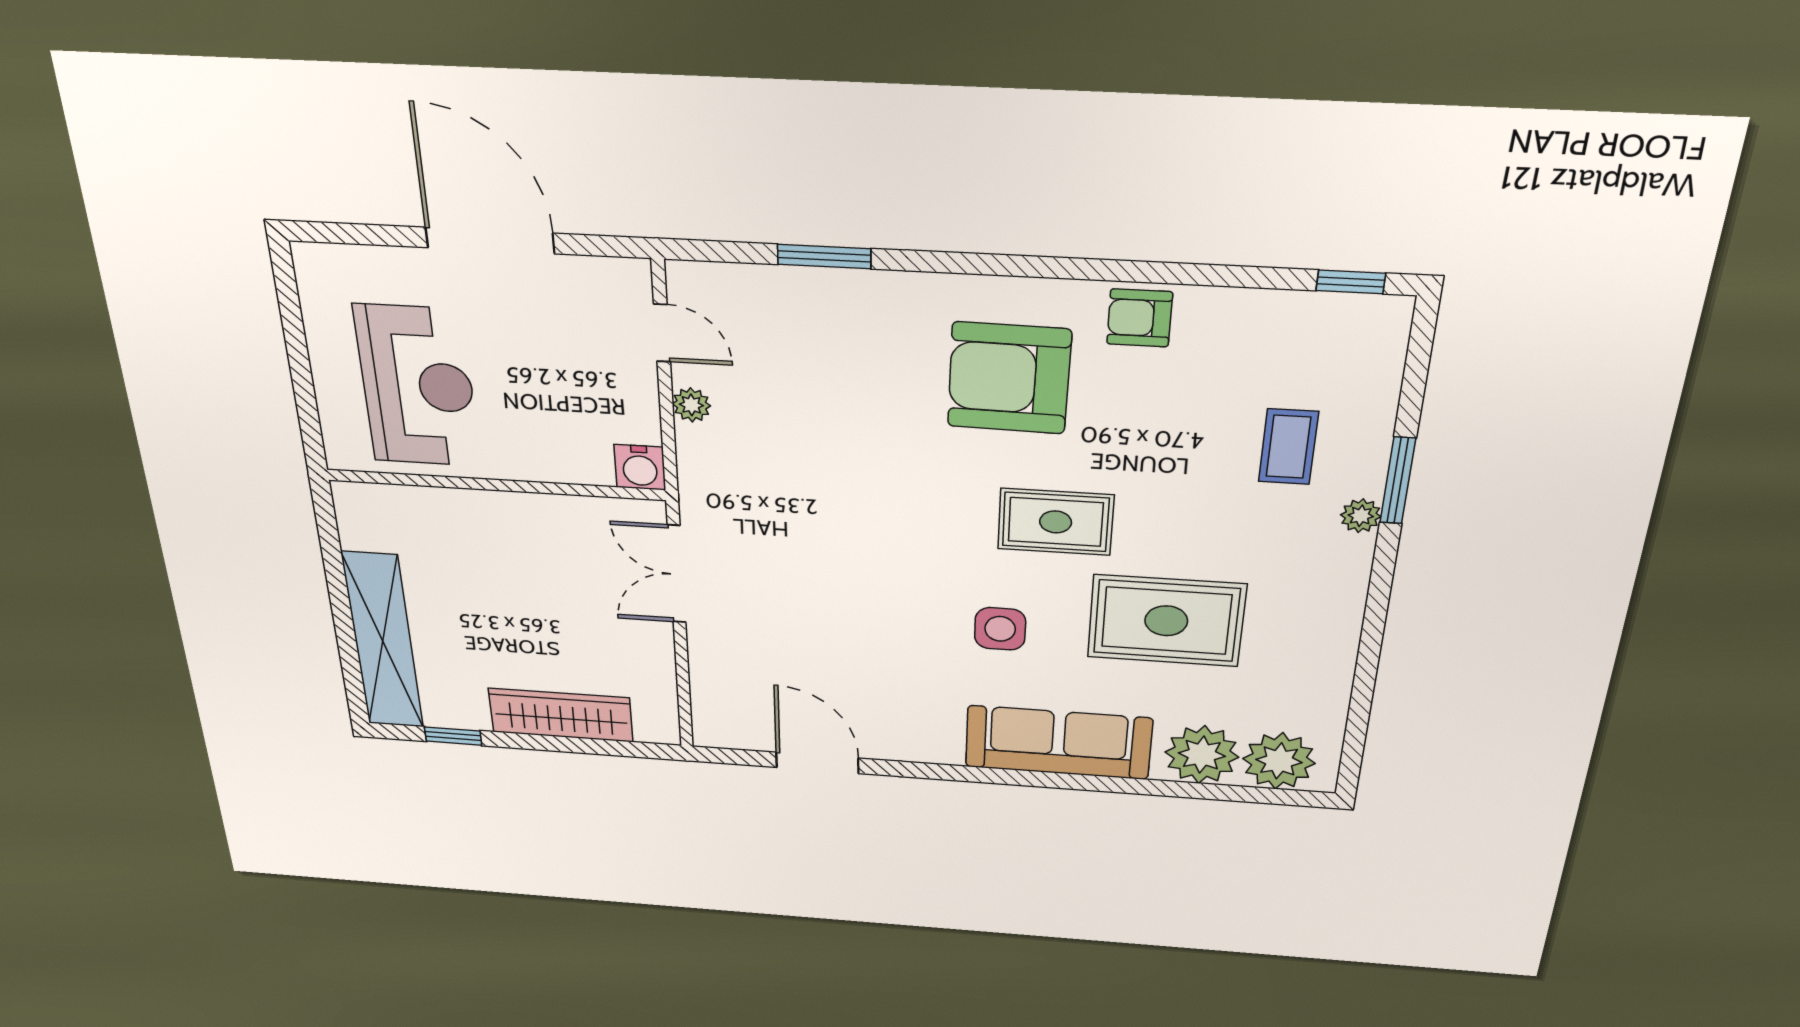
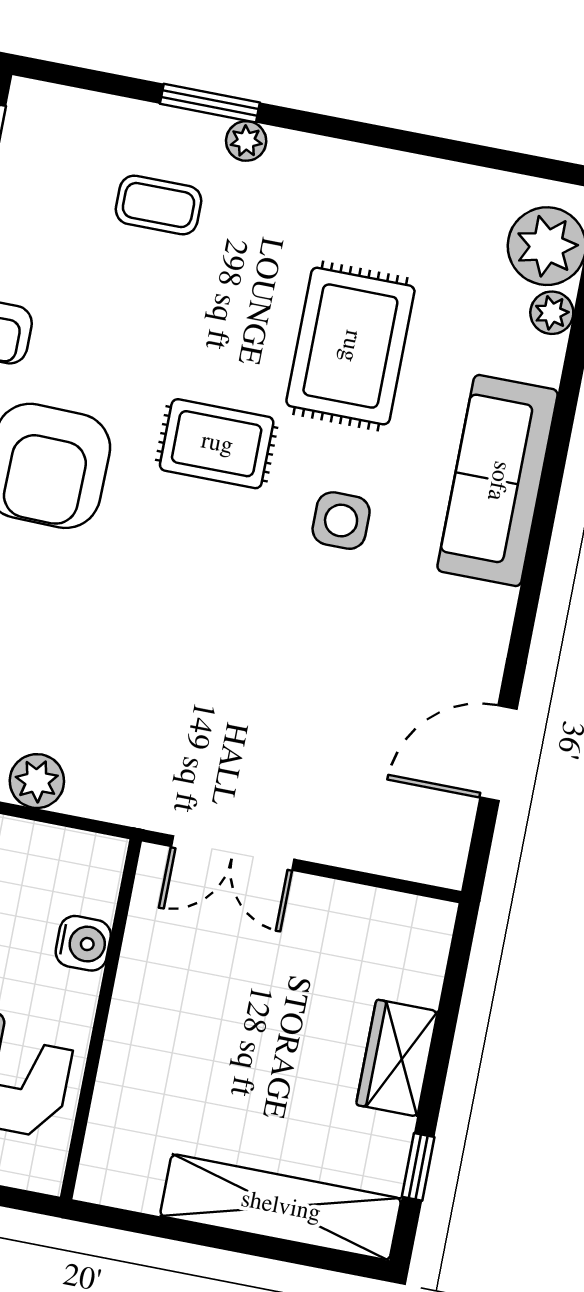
plant: (691, 405) -> (37, 781), width x1.38, depth x1.38
water cooler: (640, 467) -> (83, 943), moved
rug: (1056, 522) -> (217, 444), turned 90
wardrobe: (561, 715) -> (397, 1058), width x0.67
plant: (1202, 755) -> (552, 313), width x0.53, depth x0.53

